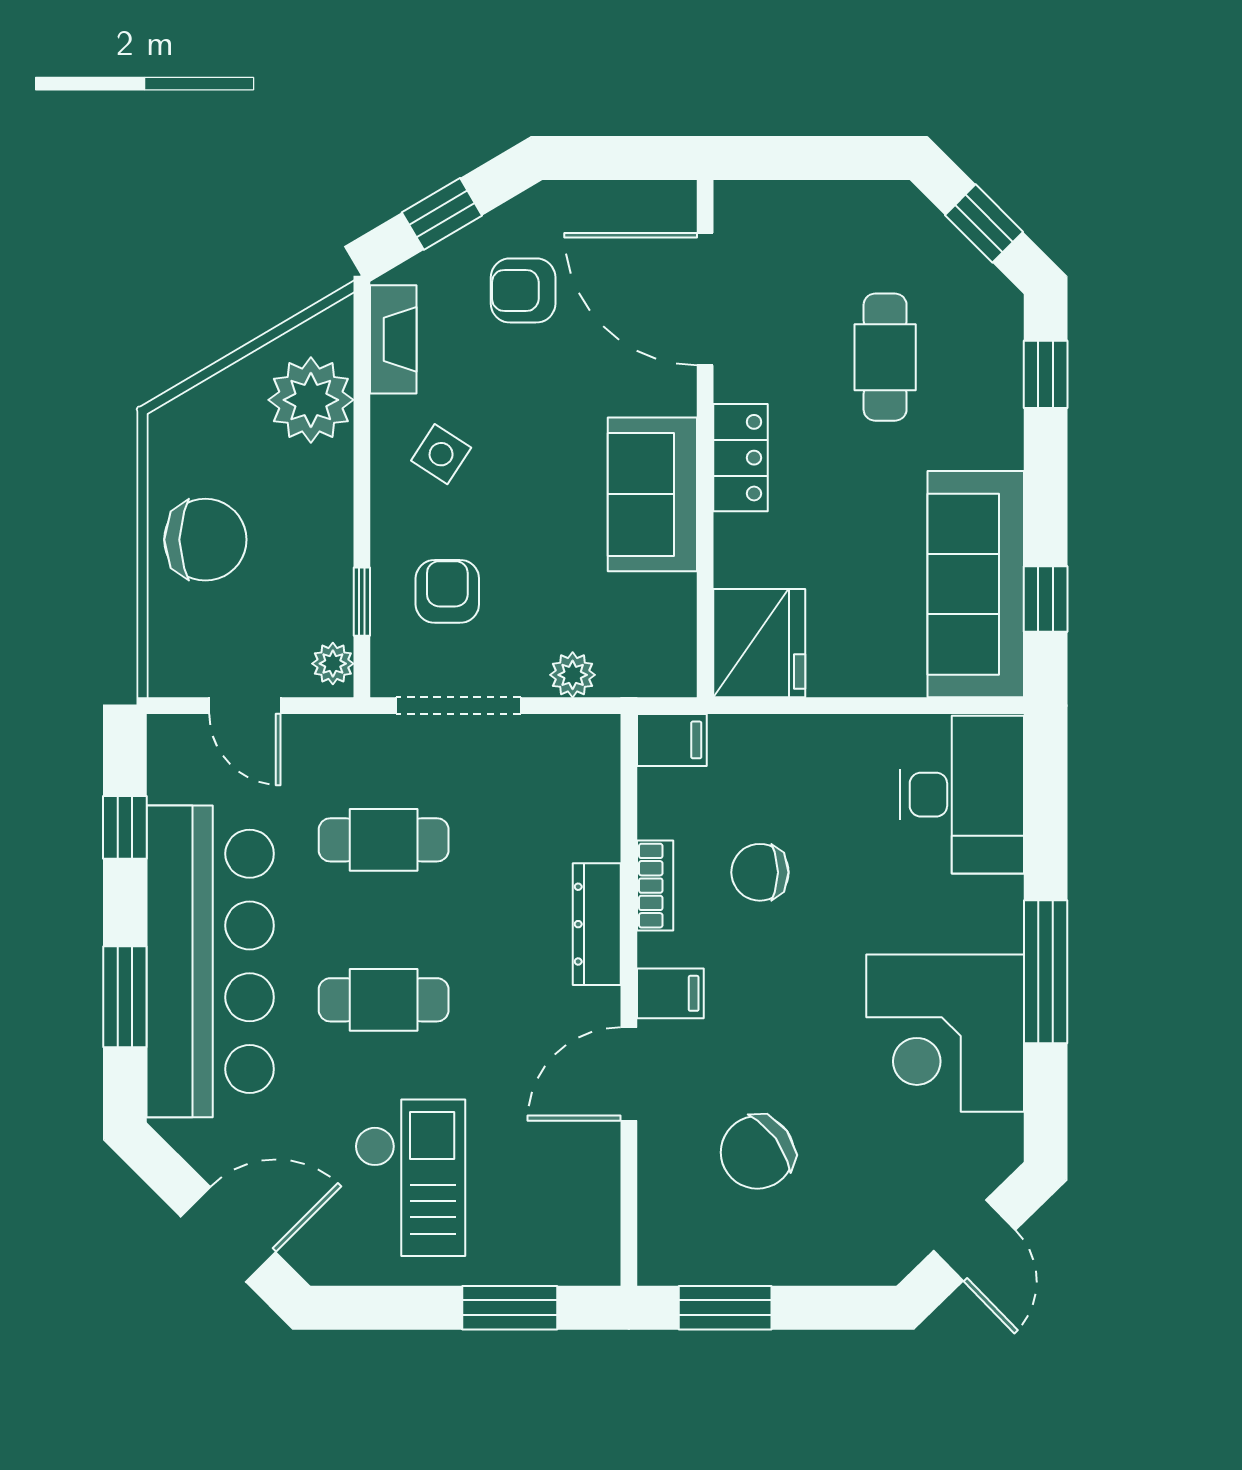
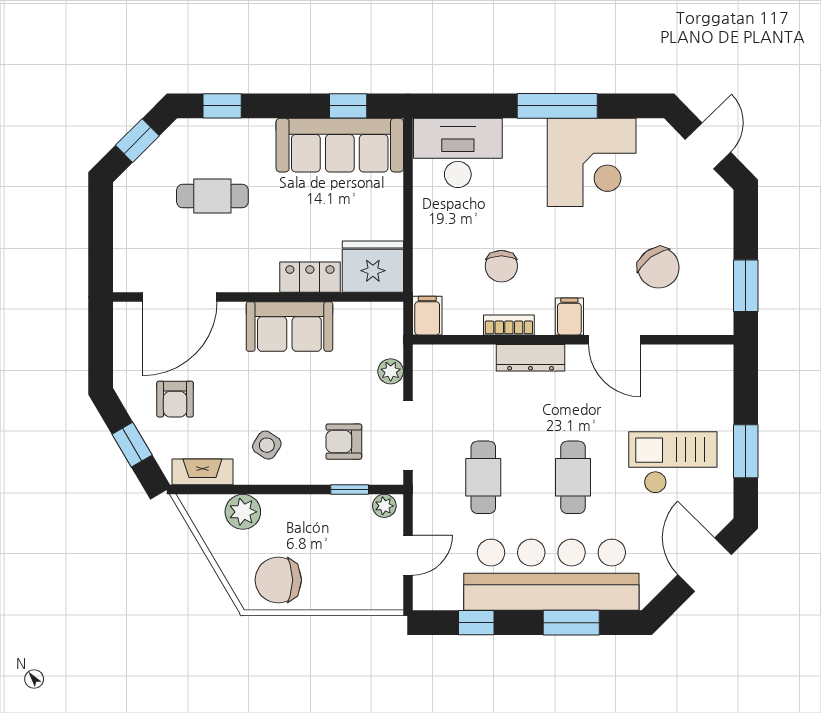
plant: (311, 400) -> (243, 512), width x0.73, depth x0.73
locker: (740, 458) -> (310, 277), moved
chair: (205, 540) -> (278, 580), moved, turned -90
door: (975, 1240) -> (708, 146), hinge flipped
window: (510, 1308) -> (746, 451), moved

